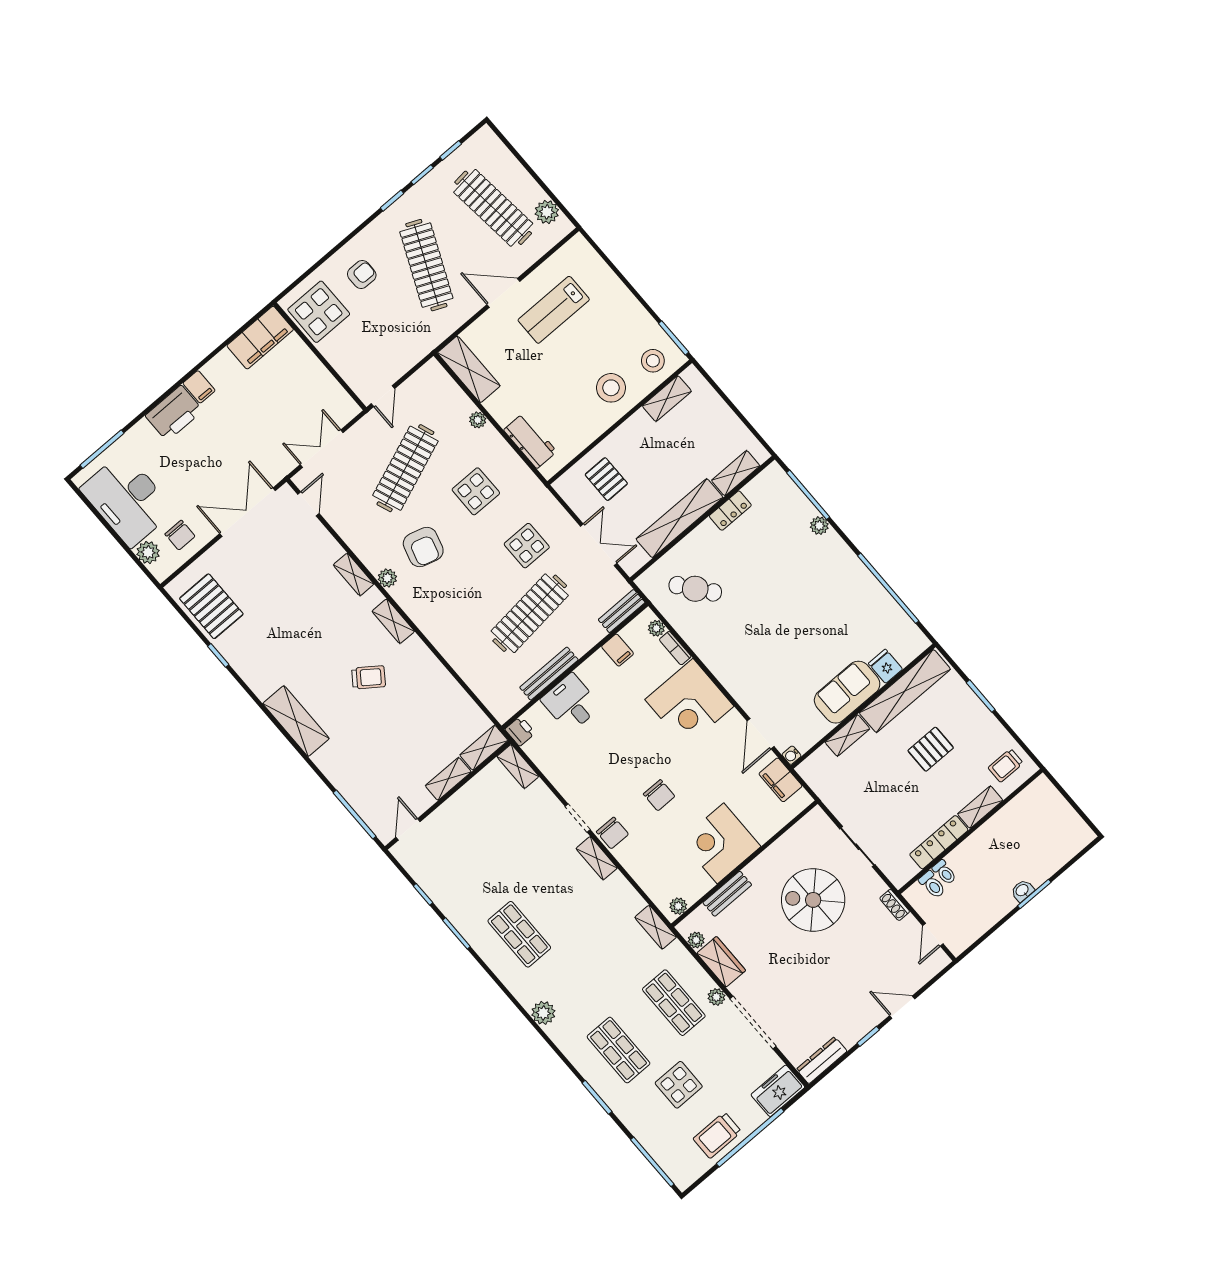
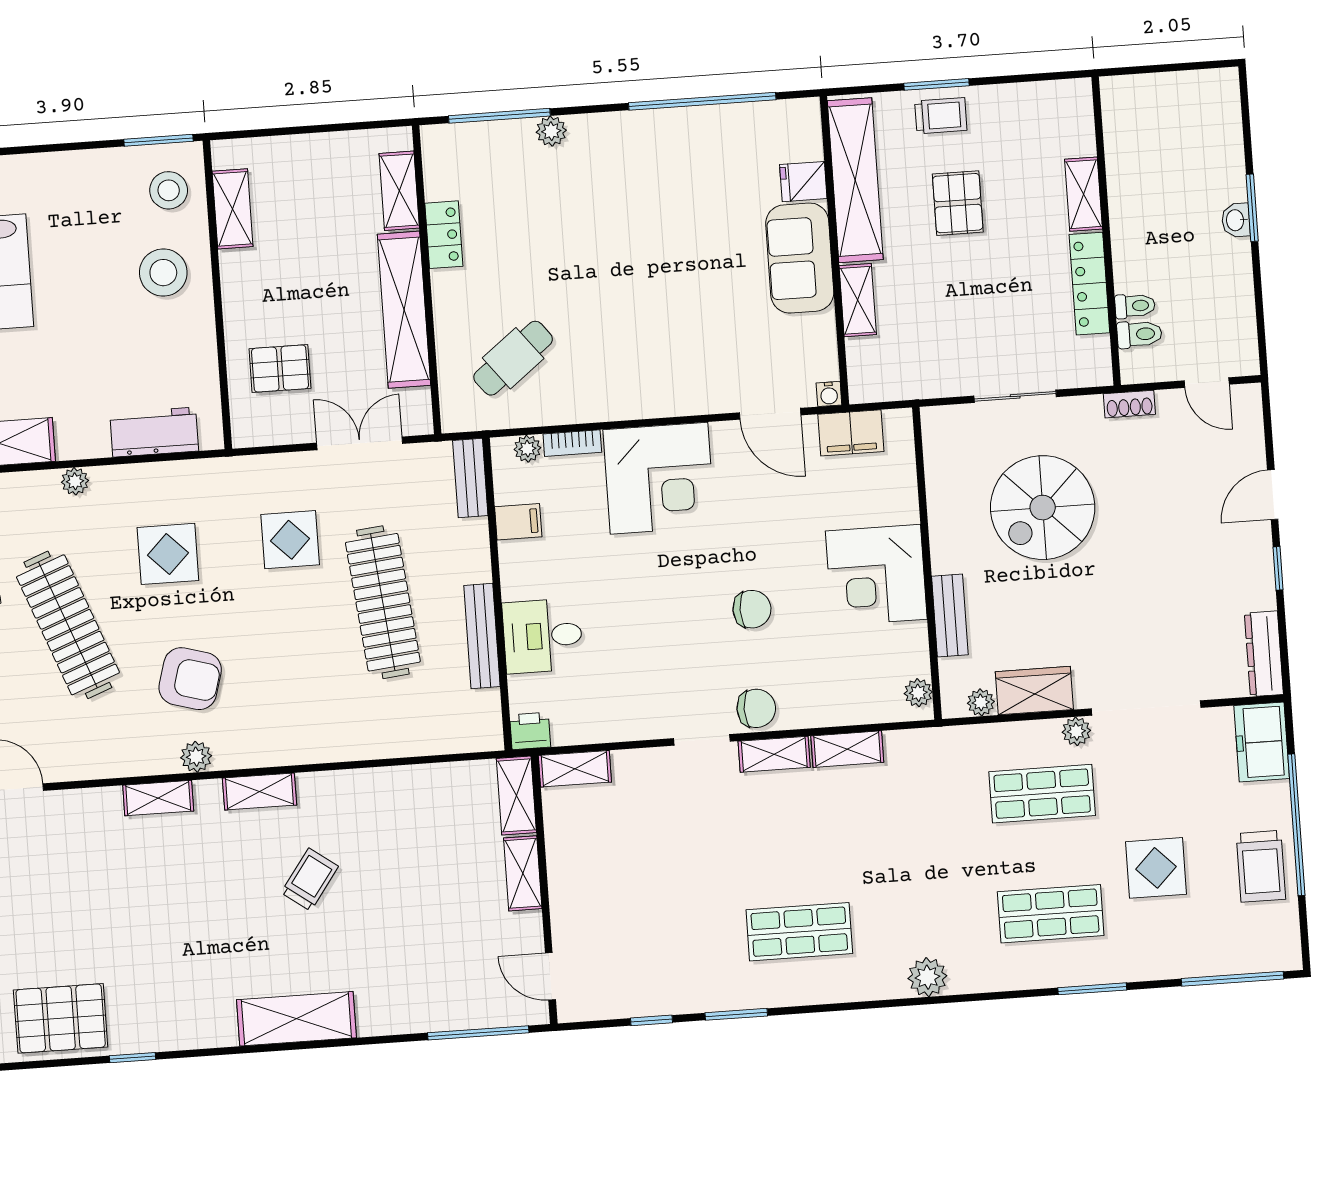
trolley: (1006, 765) -> (941, 116), moved, turned -90
shelving: (656, 927) -> (847, 749), moved

